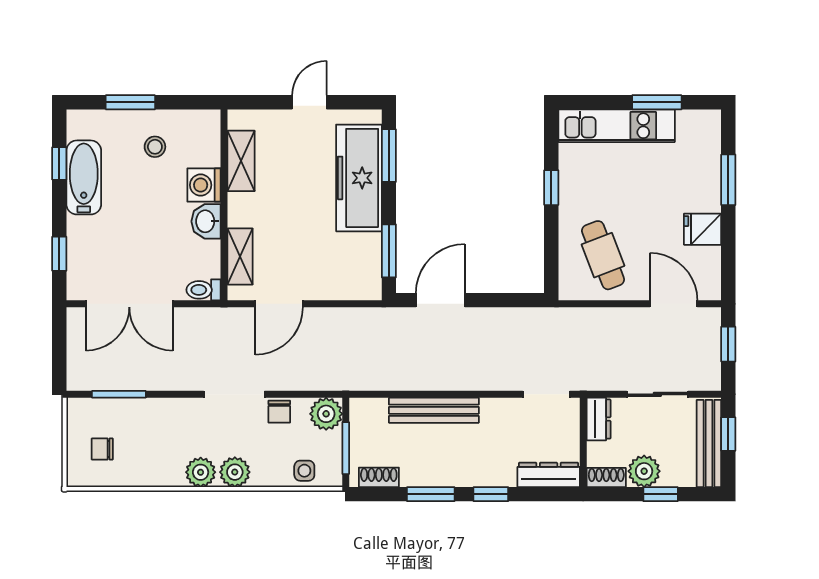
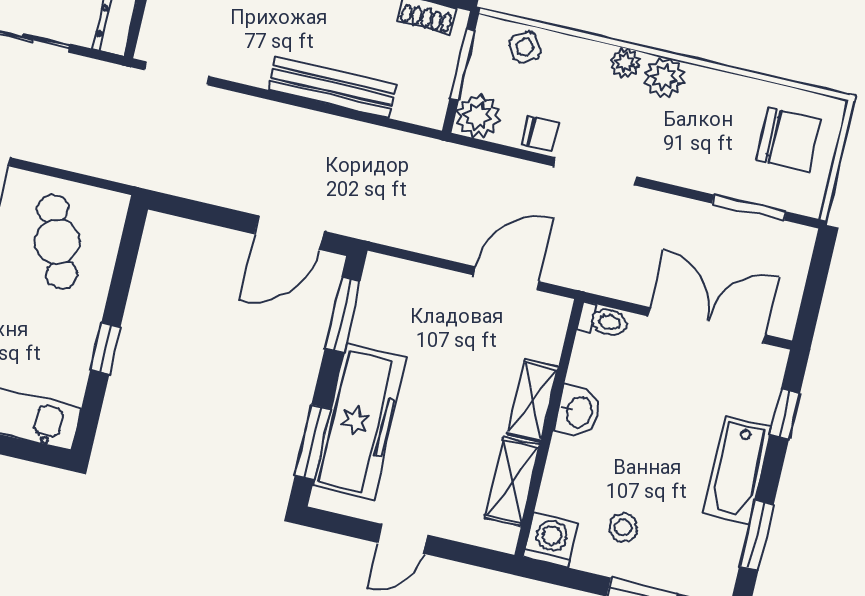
window: (59, 163) -> (757, 535), width x1.50
bathtub: (84, 177) -> (737, 470), moved
washing machine: (204, 185) -> (551, 540), moved, turned -90
shelving: (240, 256) -> (533, 401), moved
chair: (279, 412) -> (540, 134), turned 90
chair: (102, 449) -> (789, 139), width x1.87, depth x1.87
side table: (304, 471) -> (525, 47), turned -33
plant: (235, 472) -> (625, 63), width x0.73, depth x0.73

